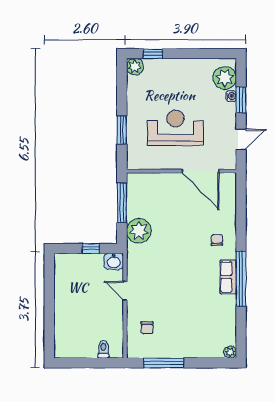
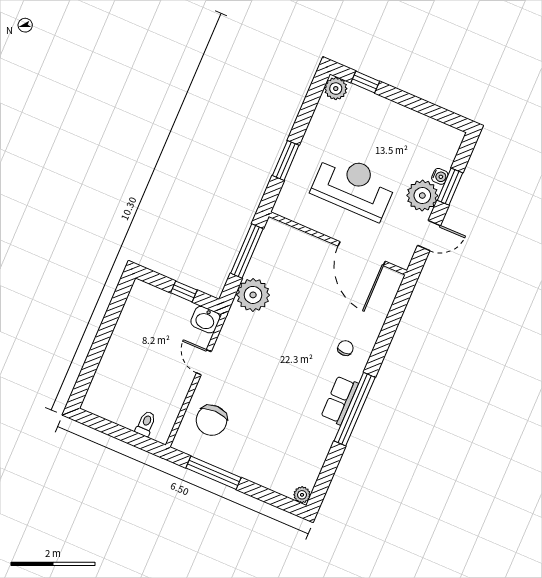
plant: (225, 78) -> (422, 196), moved
chair: (147, 328) -> (212, 420), width x1.87, depth x1.87

